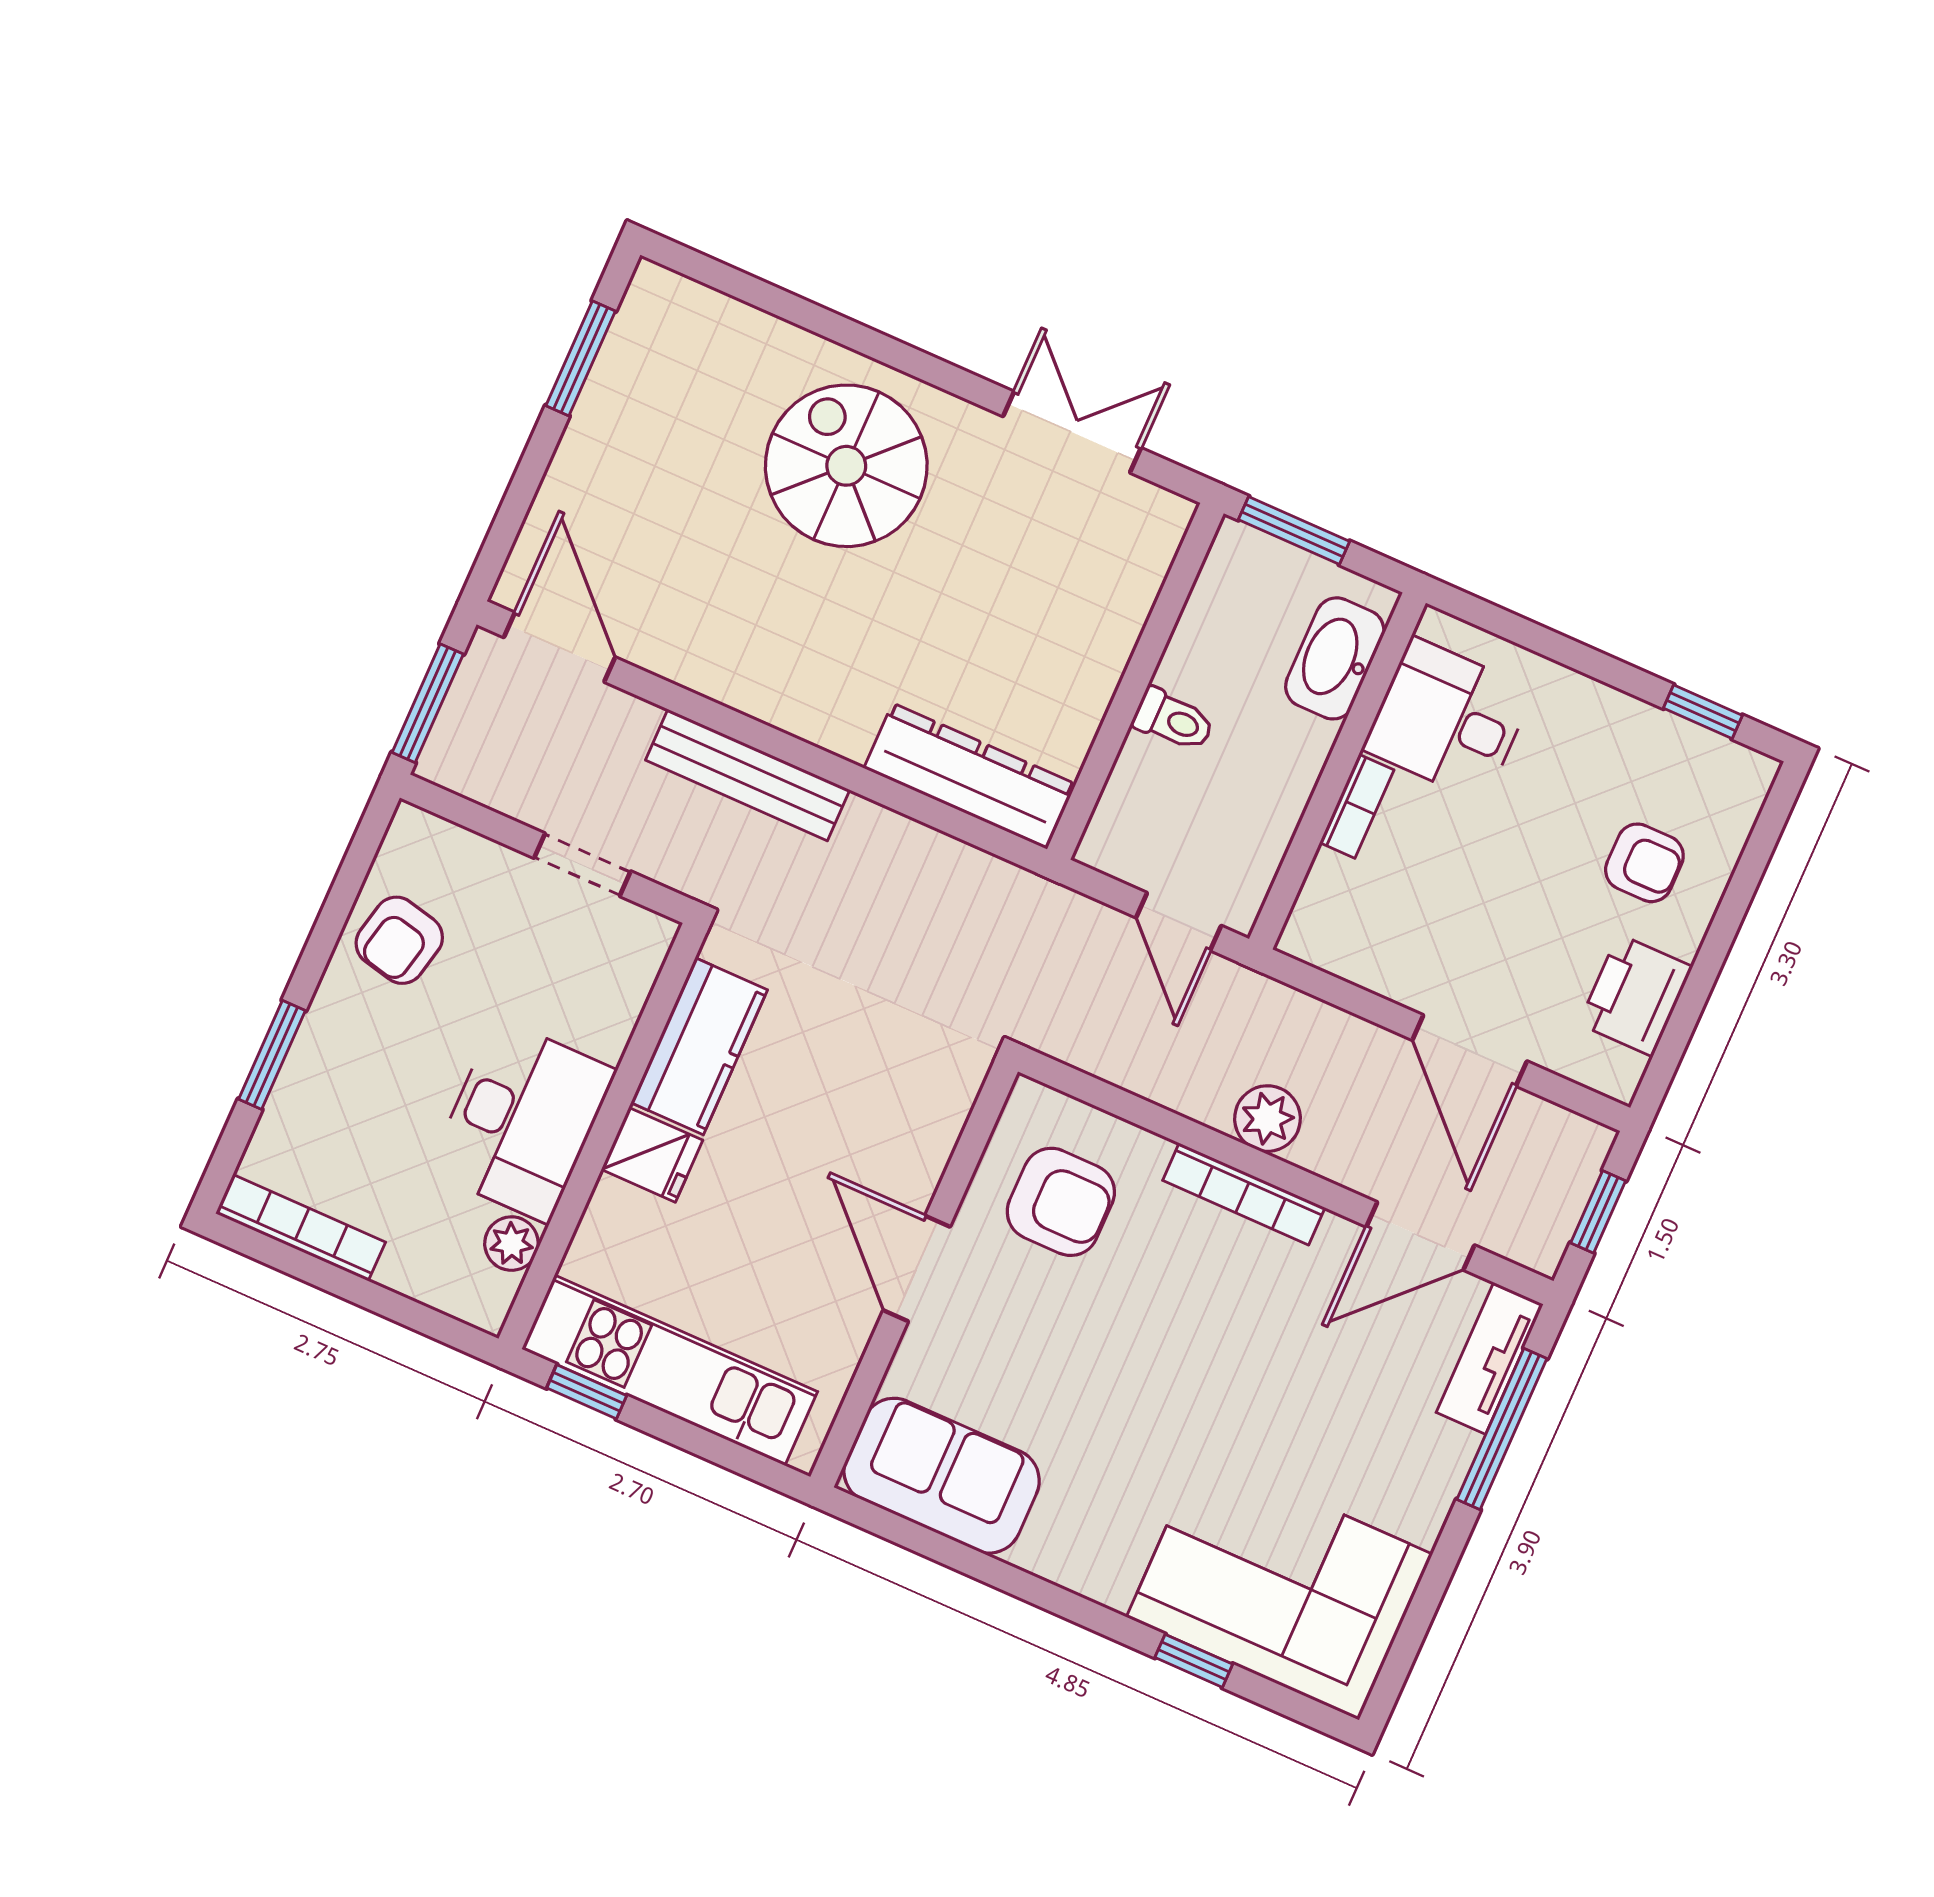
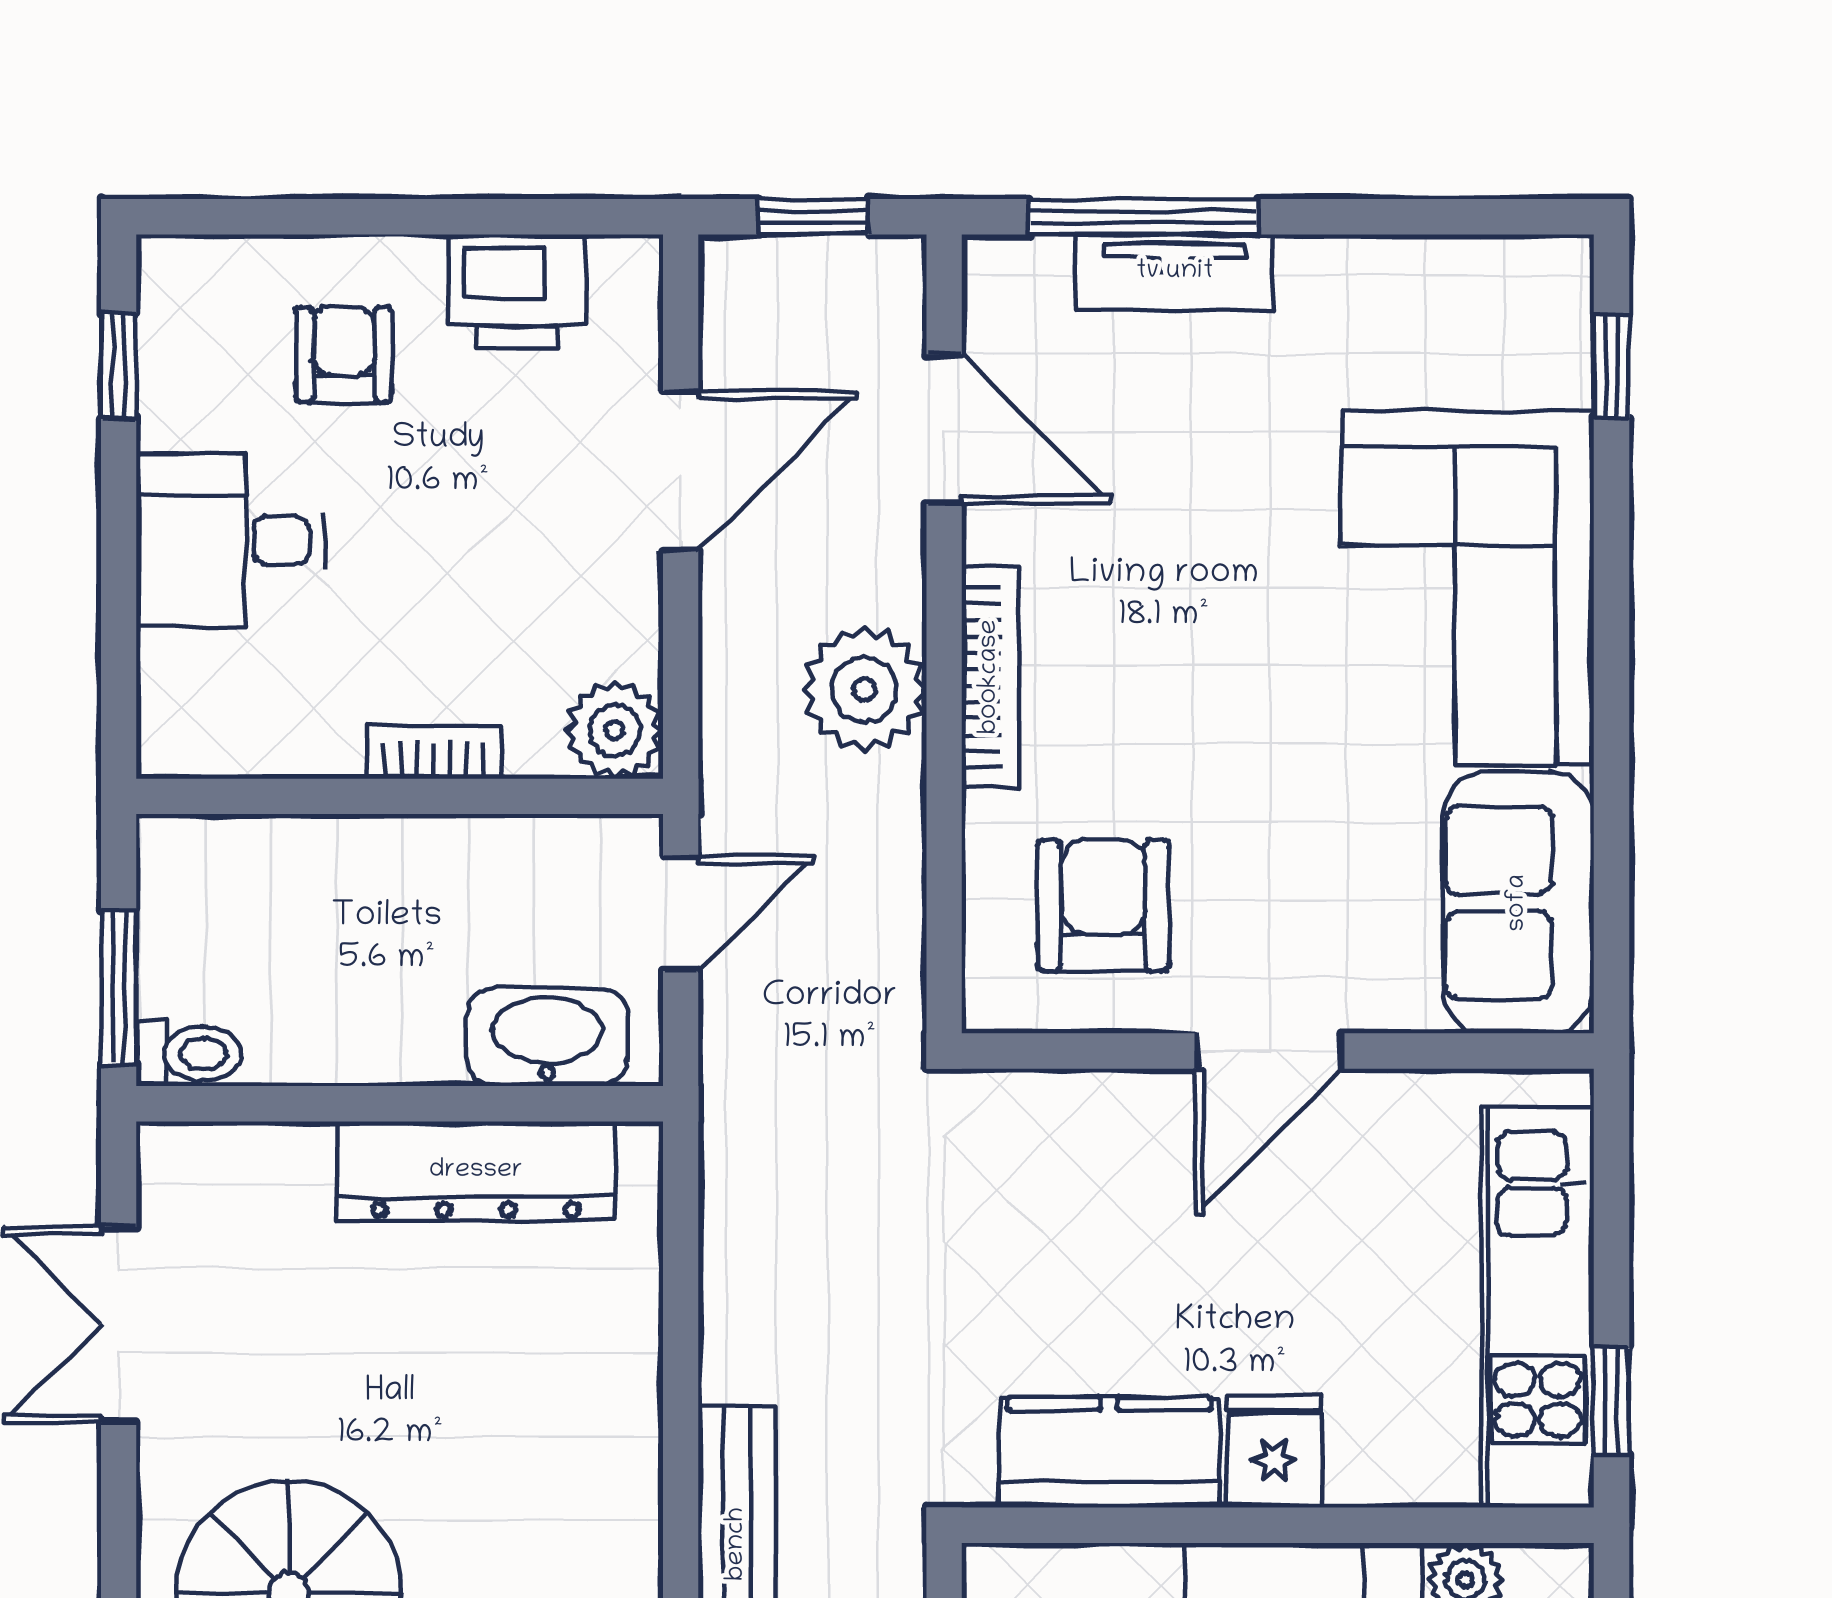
washbasin: (1335, 658) -> (547, 1037), moved, turned 180
toilet: (1173, 720) -> (189, 1054), moved, turned 90
desk: (1448, 720) -> (230, 541), moved, turned 90
dresser: (970, 776) -> (476, 1171), moved, turned -90
plant: (1318, 932) -> (615, 730), added
plant: (1267, 1119) -> (864, 690), width x1.36, depth x1.36
tv unit: (1490, 1358) -> (1175, 272), moved
corner sofa: (1279, 1586) -> (1468, 588), moved
window: (1194, 1661) -> (1612, 366), moved

